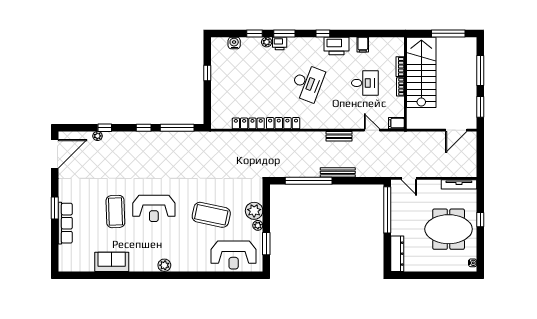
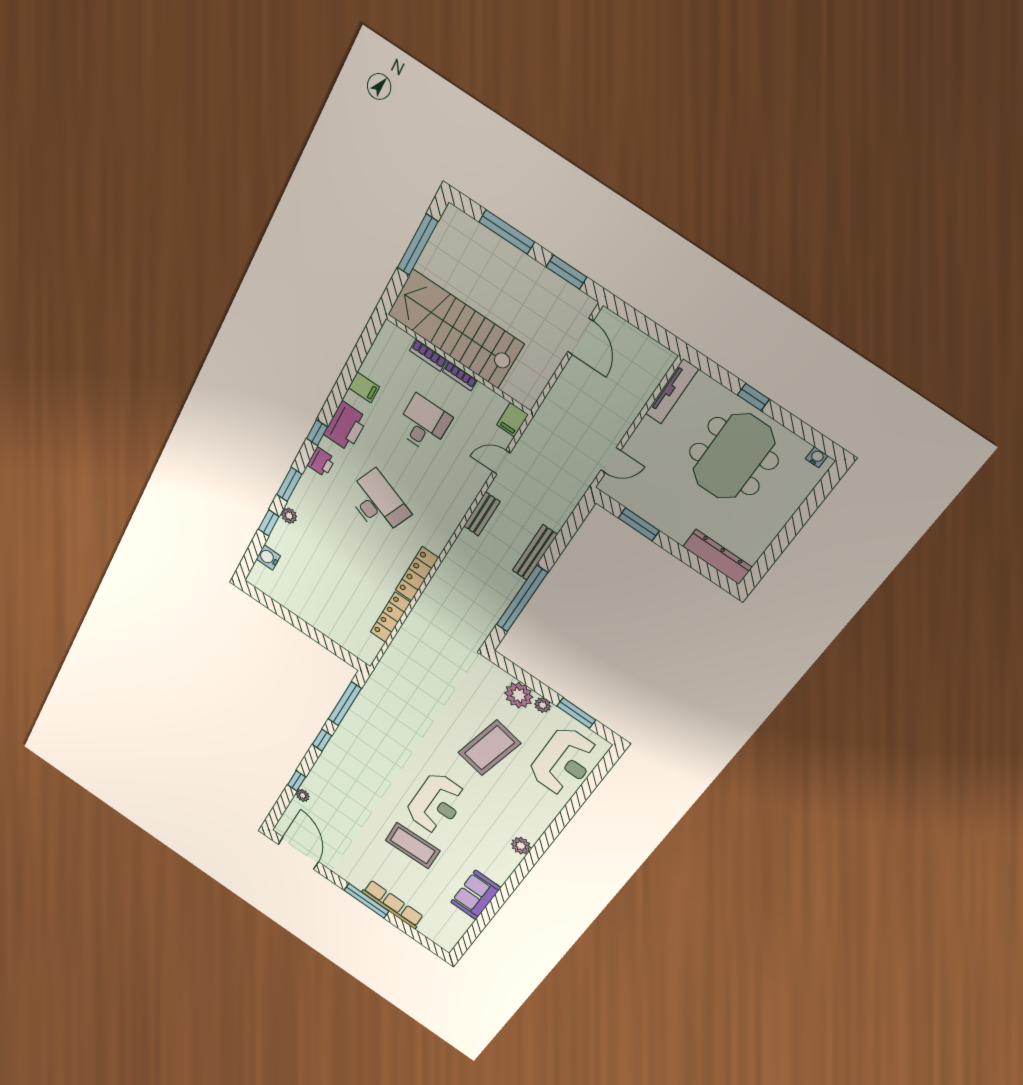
printer: (280, 43) -> (321, 462), moved
window: (207, 73) -> (291, 618), removed
window: (55, 208) -> (366, 901), width x1.44
window: (387, 210) -> (639, 524), width x0.47

